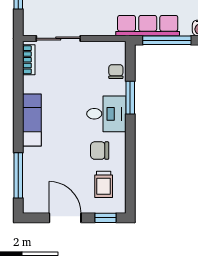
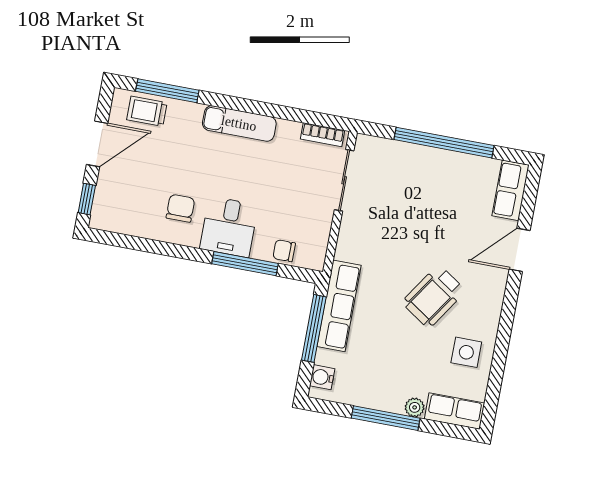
chair: (116, 72) -> (284, 251), turned 180
window: (130, 98) -> (245, 264), width x1.44
trolley: (104, 184) -> (147, 111), moved

